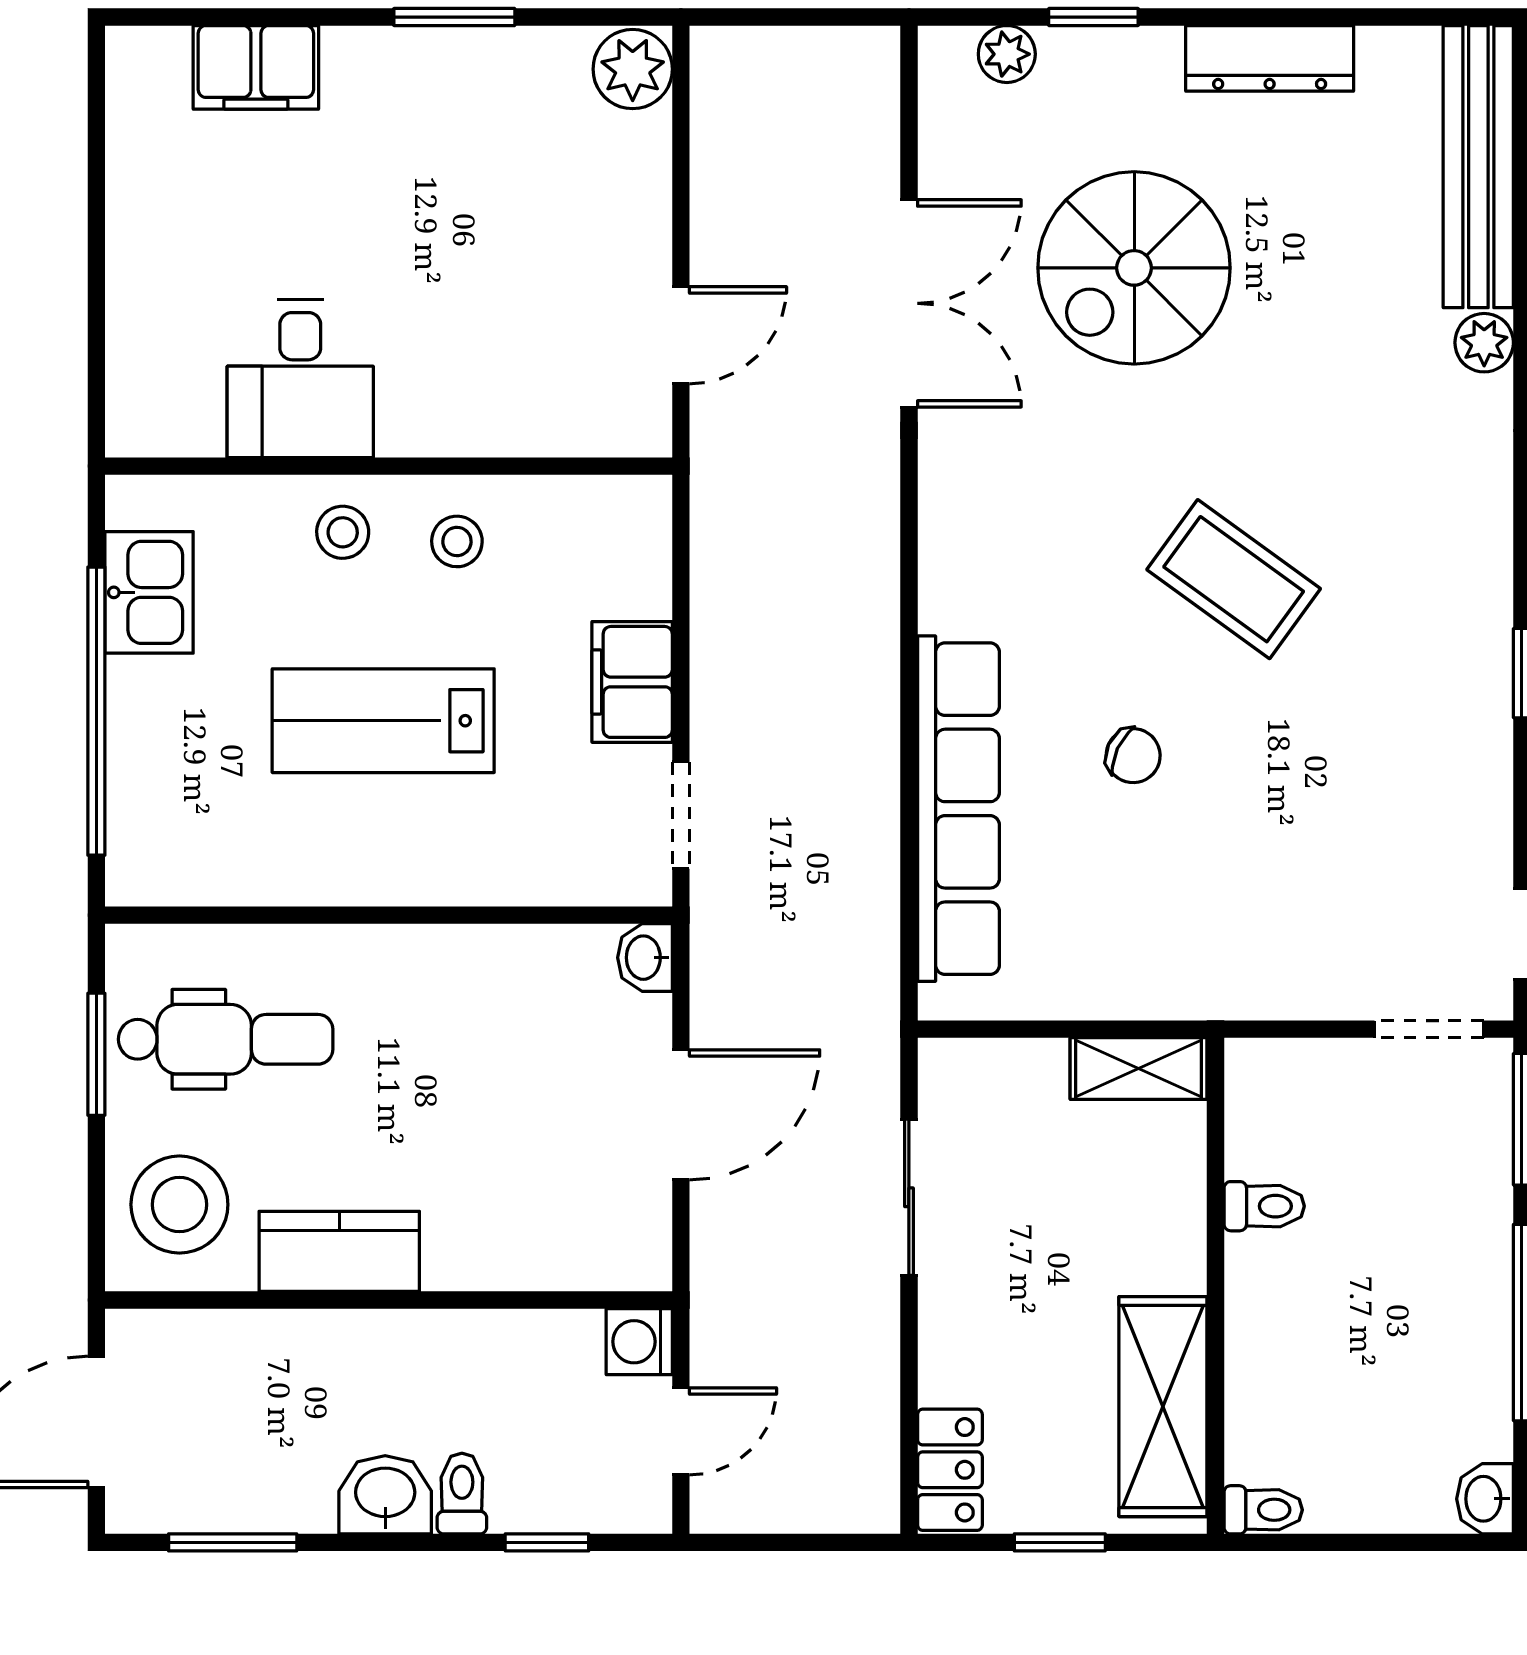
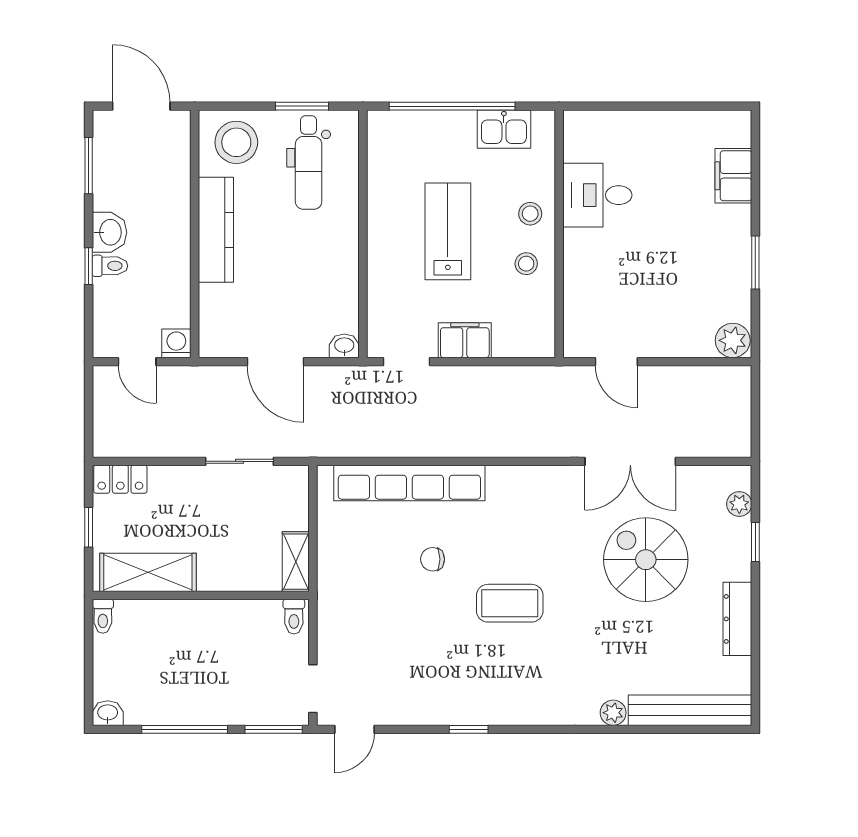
coffee table: (1234, 579) -> (510, 603), turned 54
chair: (1133, 756) -> (433, 559), turned 65
toilet: (1264, 1206) -> (294, 617), moved
kitchen counter: (339, 1251) -> (216, 230), width x1.50
window: (547, 1542) -> (89, 266), moved

